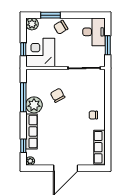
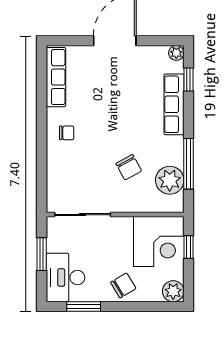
window: (50, 15) -> (84, 307), moved
plant: (34, 105) -> (170, 180), moved

